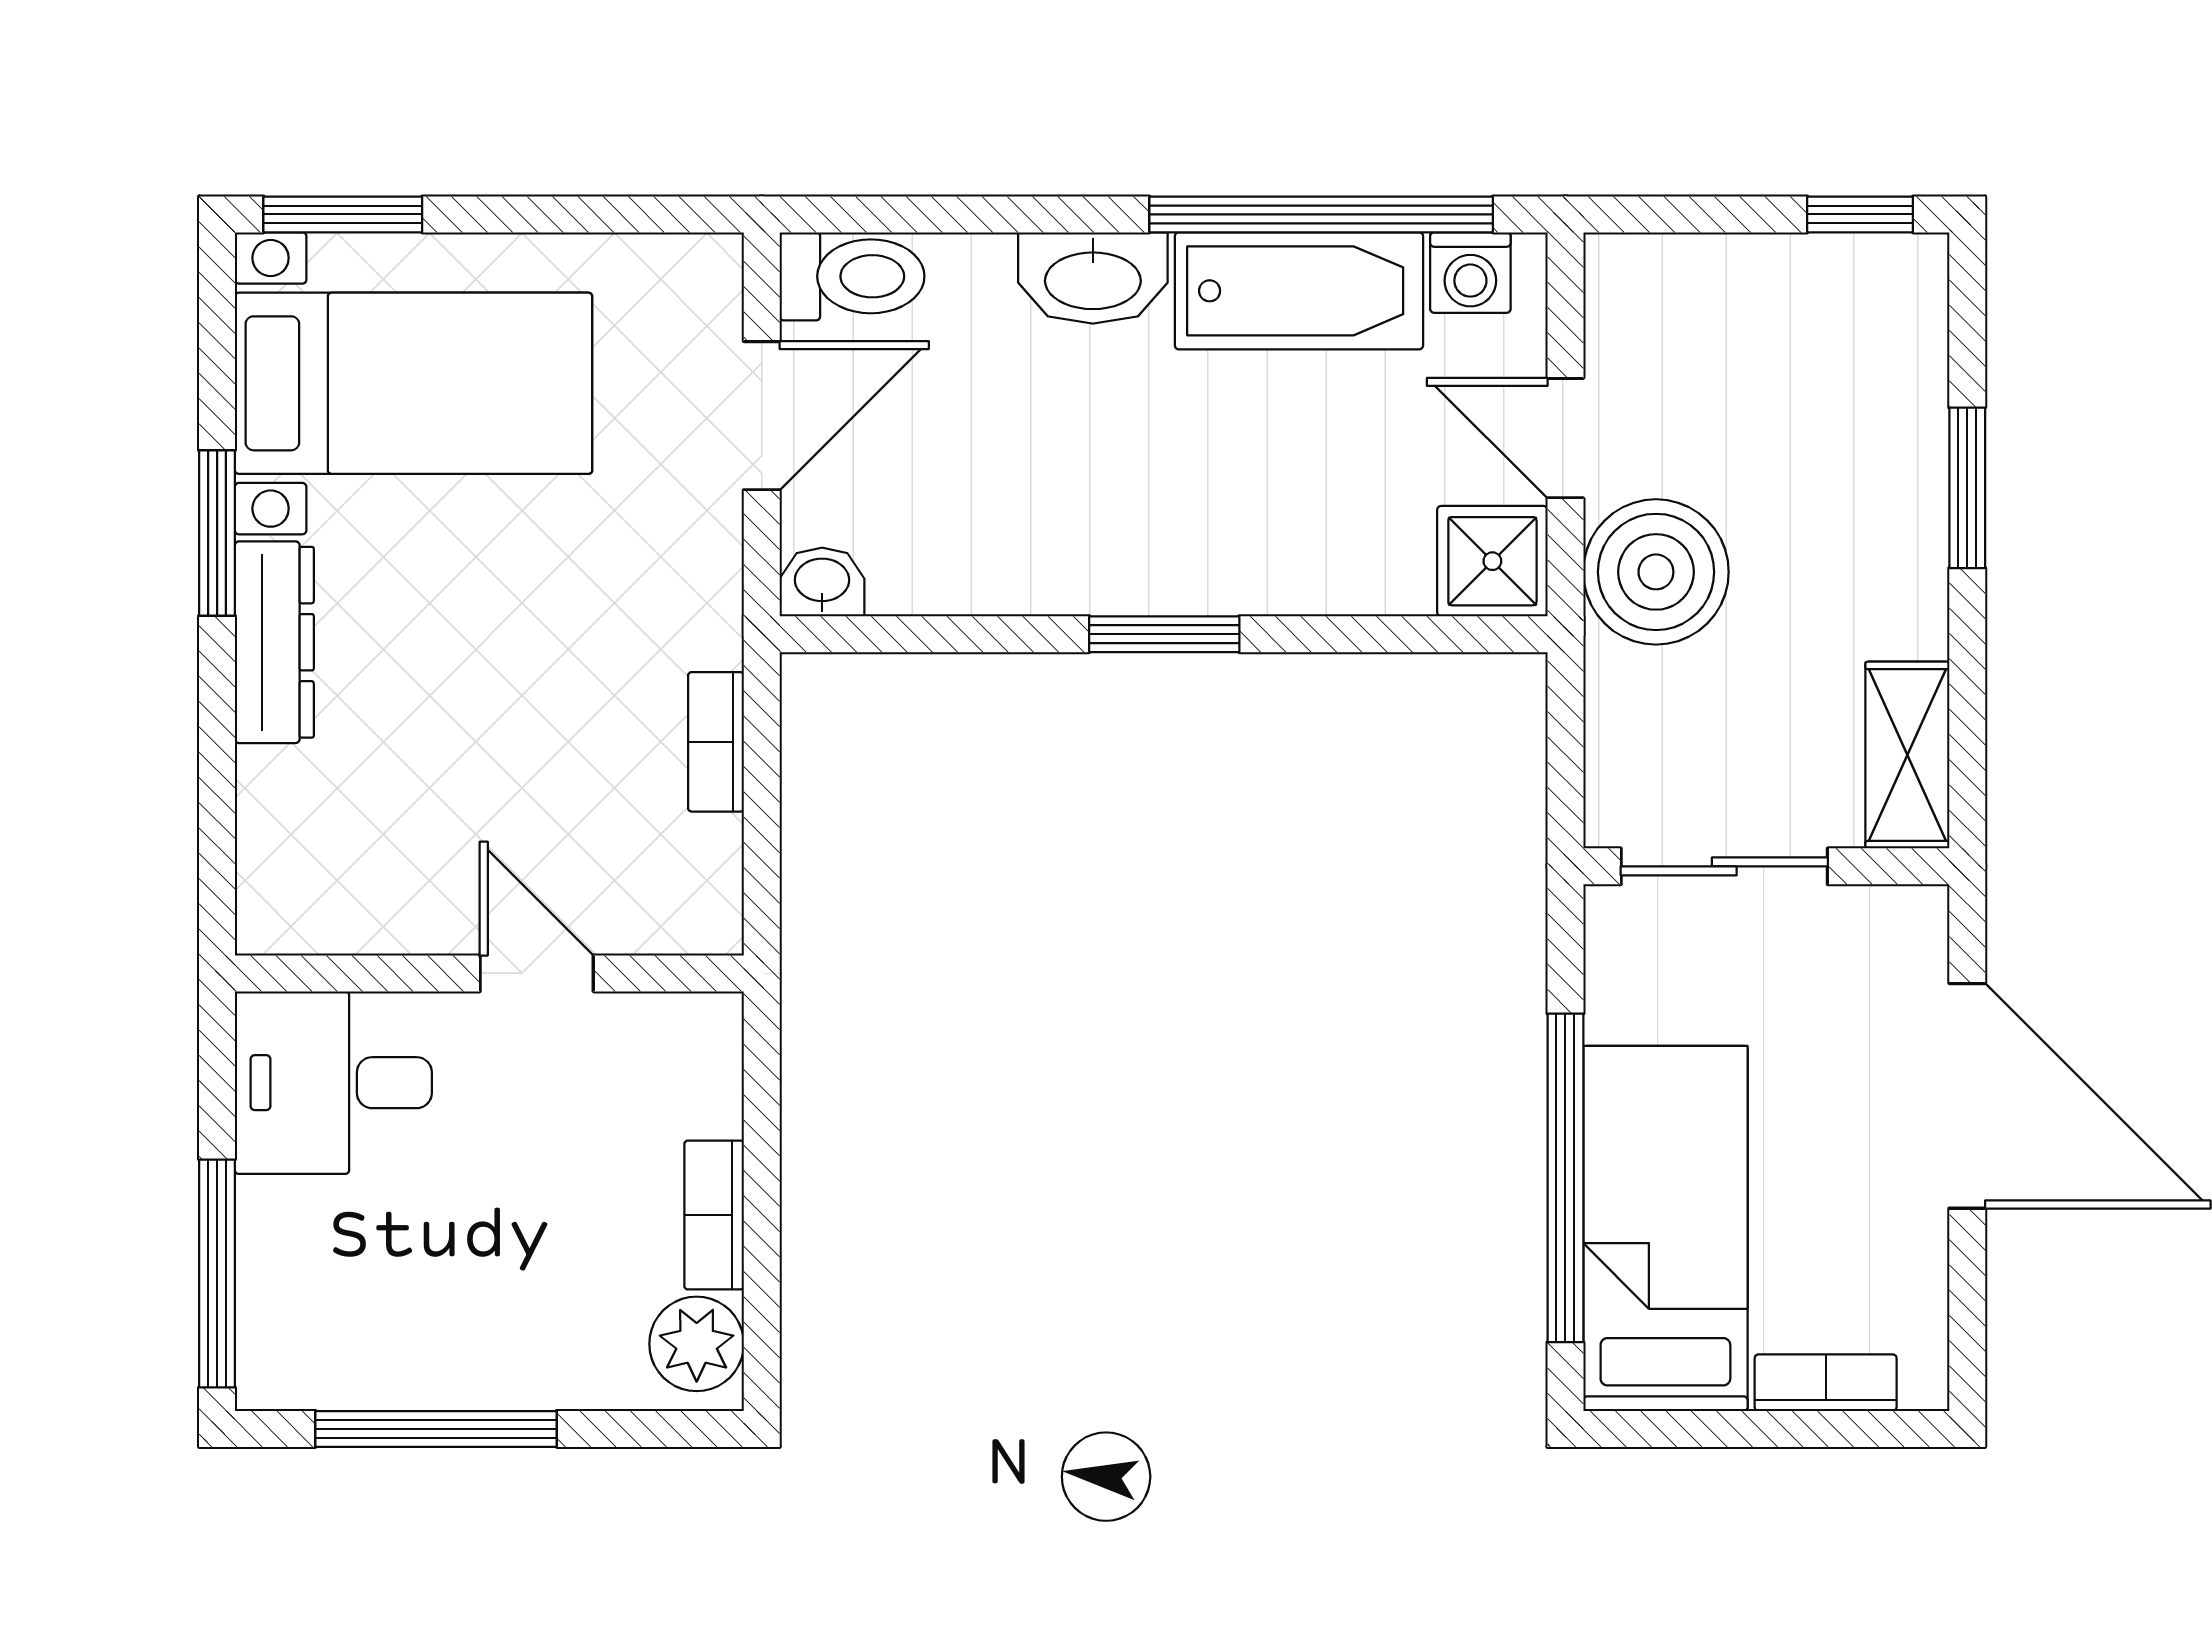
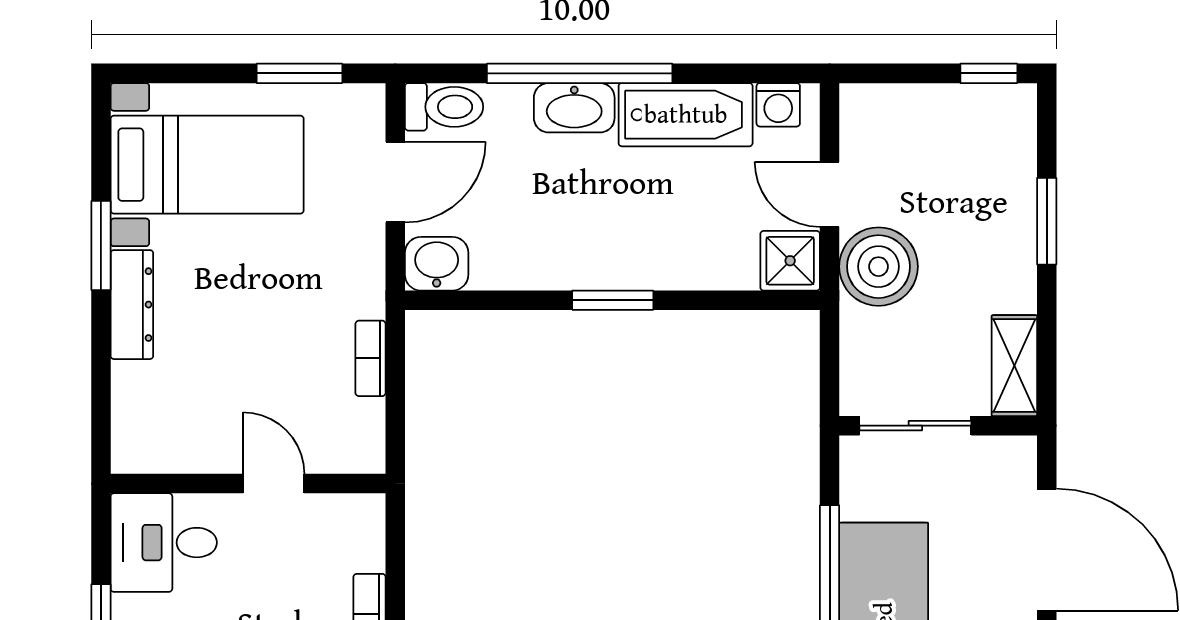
window: (343, 214) -> (299, 73), moved
window: (1321, 214) -> (580, 73), moved
washbasin: (822, 582) -> (437, 264), width x1.38, depth x1.45

